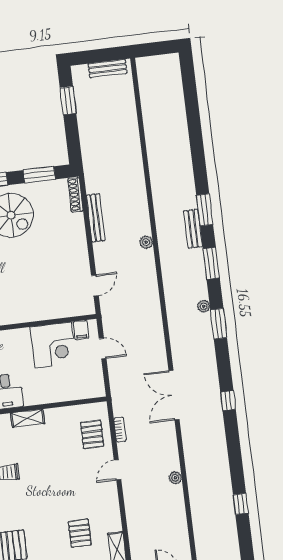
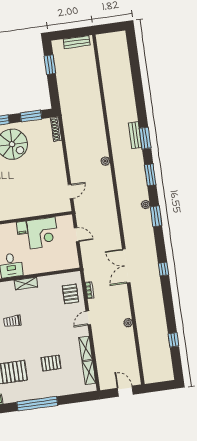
bench: (96, 218) -> (70, 145), removed
bench: (193, 229) -> (135, 135), moved
filing cabinet: (81, 330) -> (22, 228), moved
shelving: (113, 514) -> (86, 348), added
pallet: (80, 533) -> (51, 363), moved, turned 90

